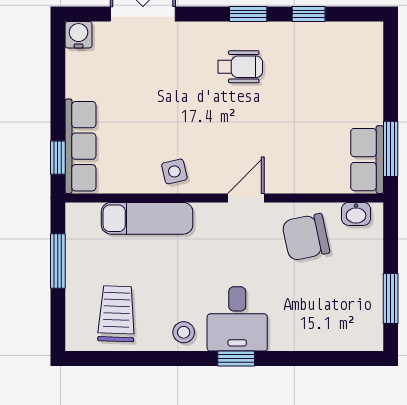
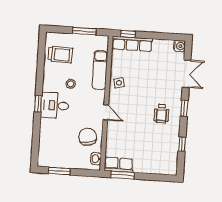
window: (248, 14) -> (184, 108), moved
stool: (184, 332) -> (71, 84), moved

